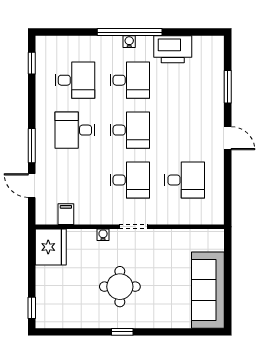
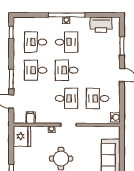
printer: (173, 49) -> (101, 25), moved
desk: (75, 80) -> (36, 42), turned 180
desk: (130, 130) -> (67, 70), turned 180
desk: (185, 180) -> (98, 98), turned 180
water cooler: (216, 214) -> (115, 117), added

